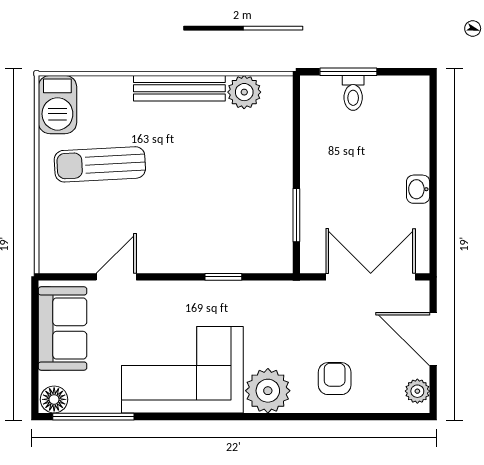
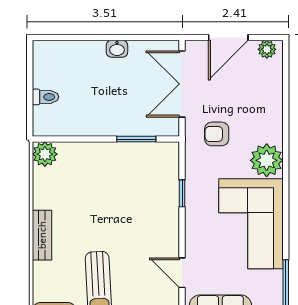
window: (348, 72) -> (30, 101), removed
bench: (179, 88) -> (42, 235), width x0.73
plant: (244, 92) -> (45, 154), moved
armchair: (335, 379) -> (217, 134), moved

